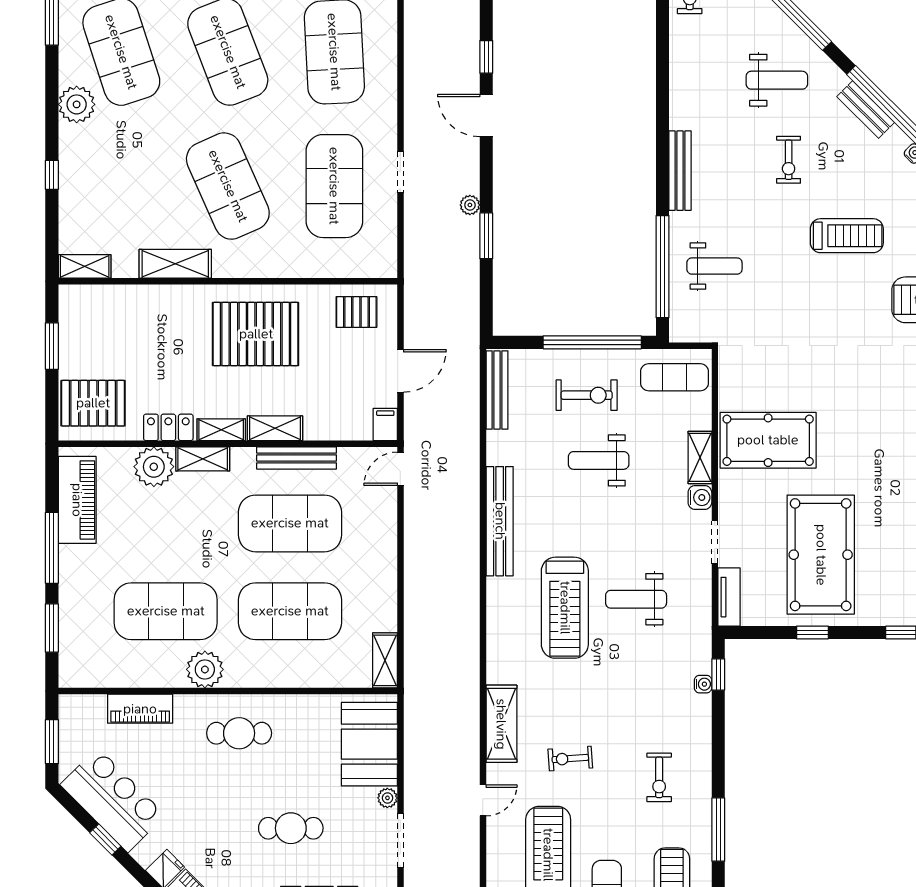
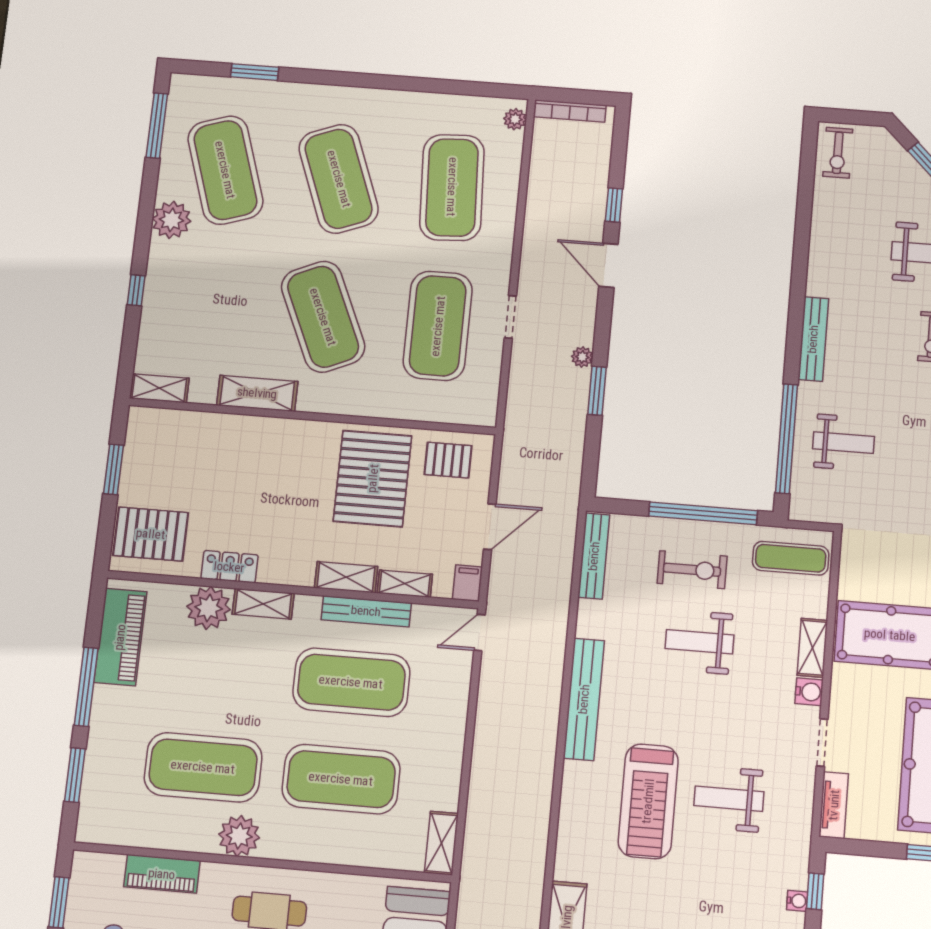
pallet: (256, 334) -> (373, 478), moved, turned 90
shelving: (221, 430) -> (405, 584), moved

